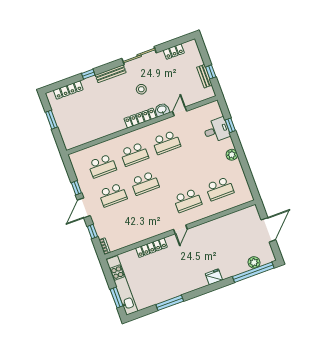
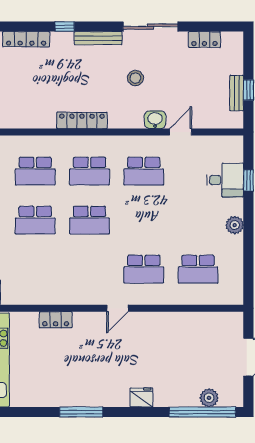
locker: (140, 118) -> (82, 120), moved
locker: (151, 248) -> (56, 320), width x0.66
window: (170, 303) -> (81, 412), moved

